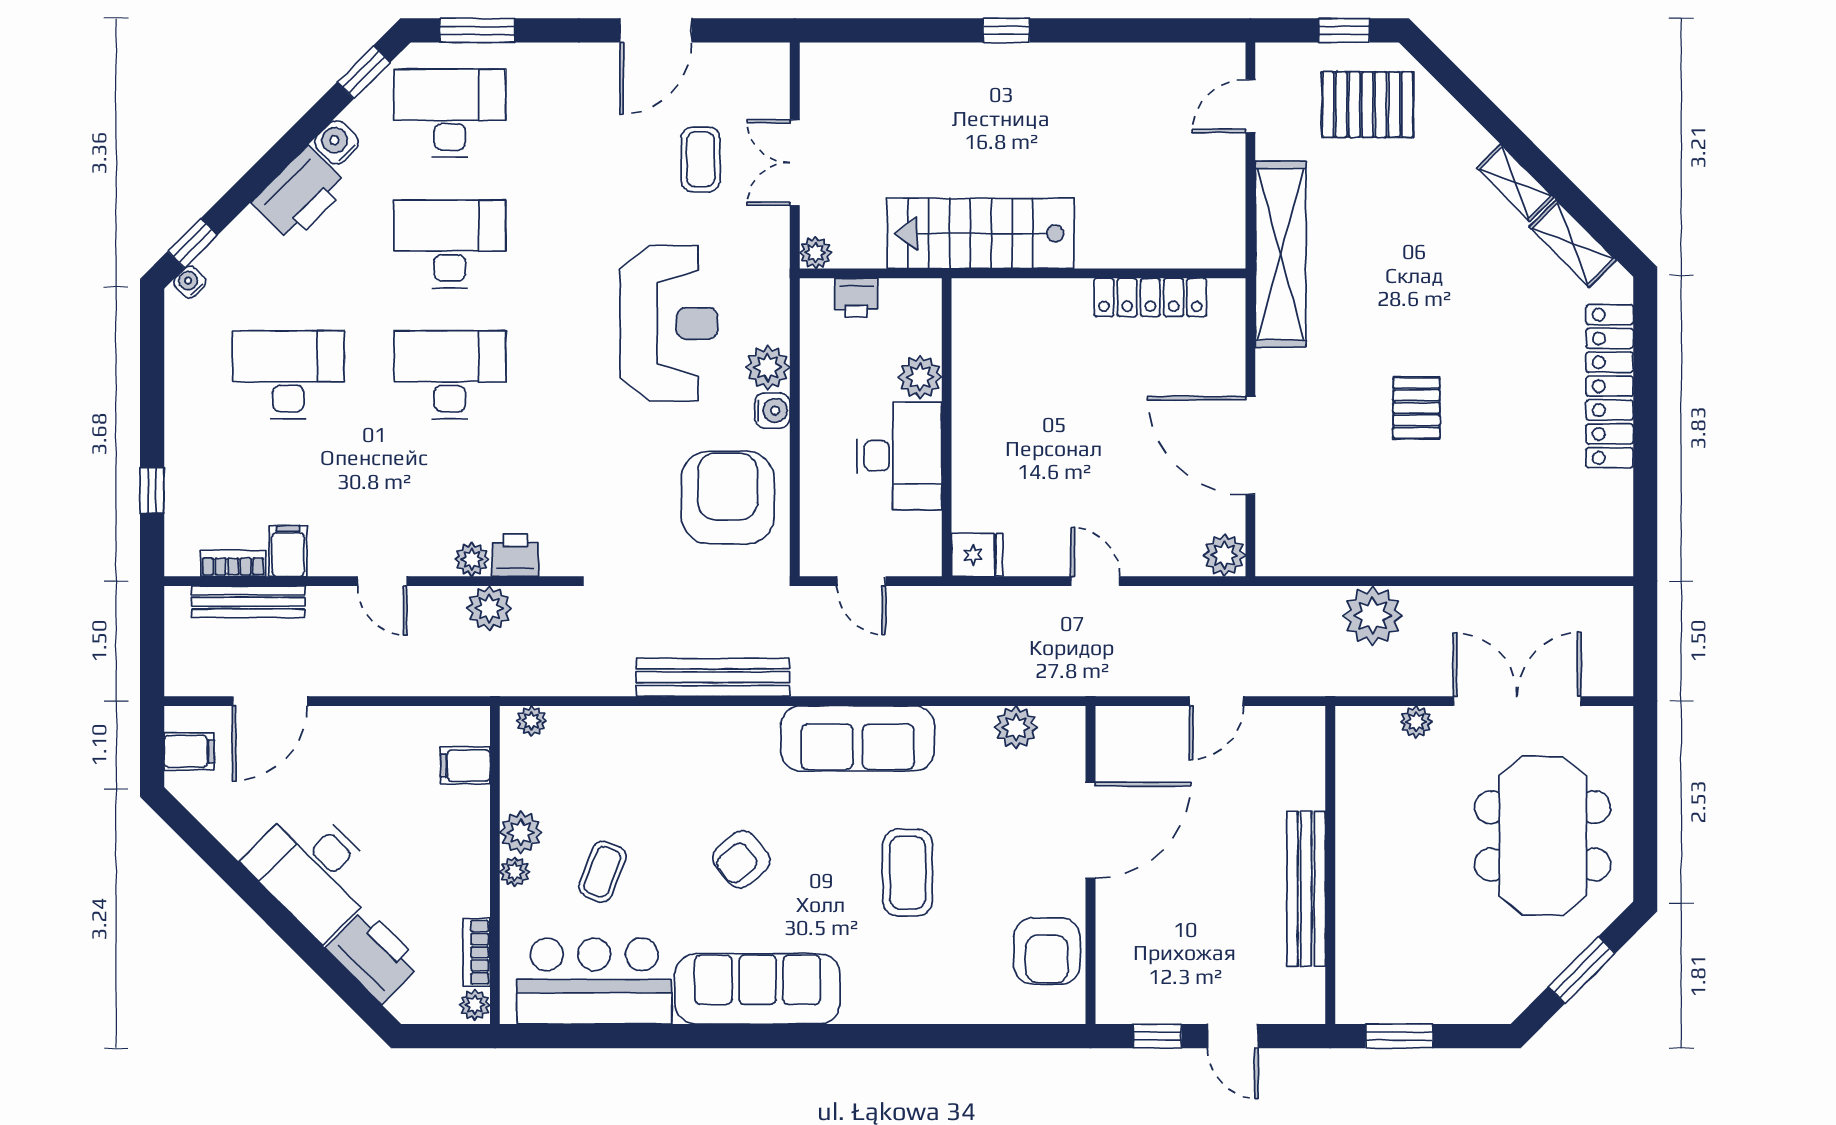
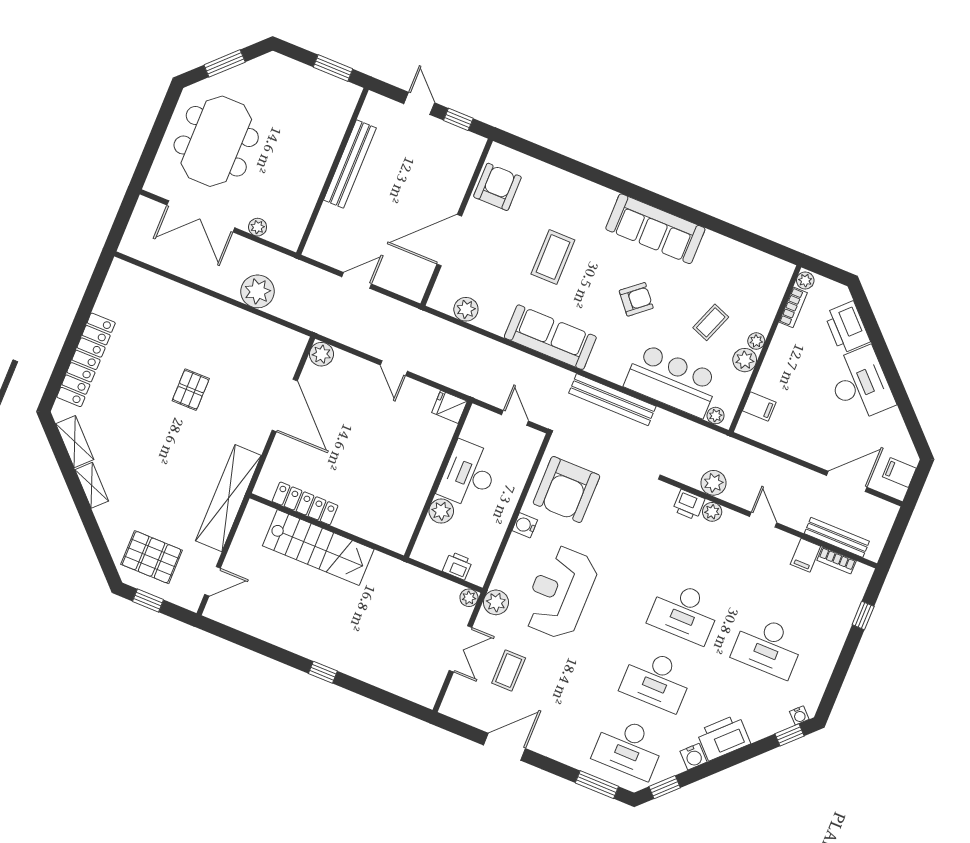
stairs: (981, 233) -> (318, 548), moved
plant: (768, 367) -> (496, 602), moved
bar counter: (594, 981) -> (672, 381), moved, turned 180

